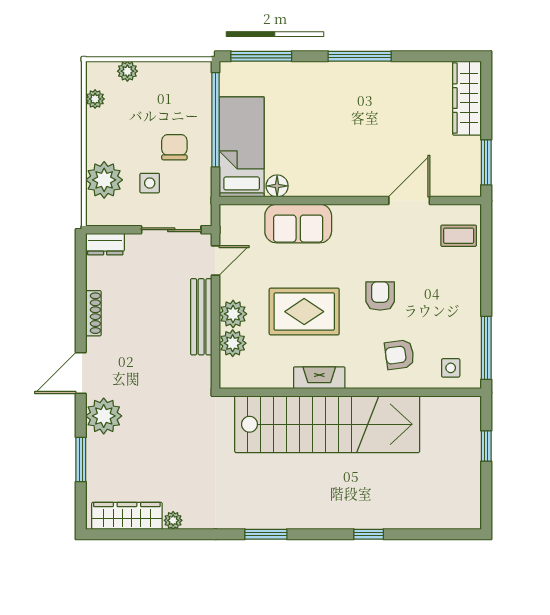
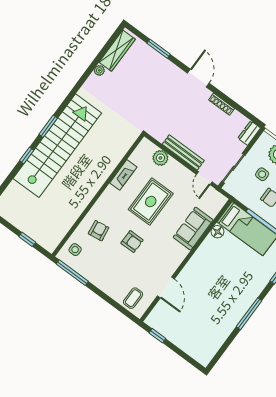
wardrobe: (467, 98) -> (193, 349), removed
window: (486, 162) -> (157, 336), width x0.67
plant: (233, 314) -> (174, 168), removed
fireplace: (319, 378) -> (123, 175), moved
plant: (104, 416) -> (171, 74), removed
stairs: (327, 424) -> (57, 146), moved, turned 180
window: (266, 534) -> (48, 126), moved

